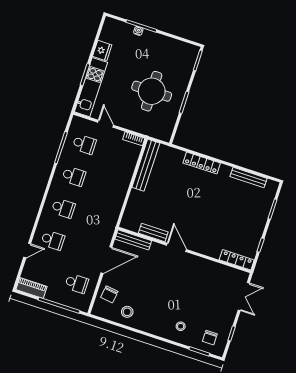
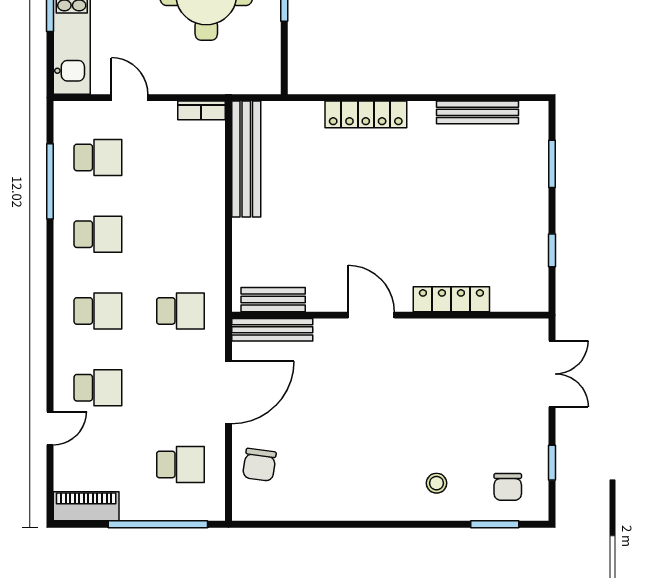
school desk: (98, 219) -> (180, 311), added
bench: (153, 233) -> (273, 300), moved
locker: (237, 260) -> (451, 299), moved
stool: (127, 312) -> (310, 490), removed

